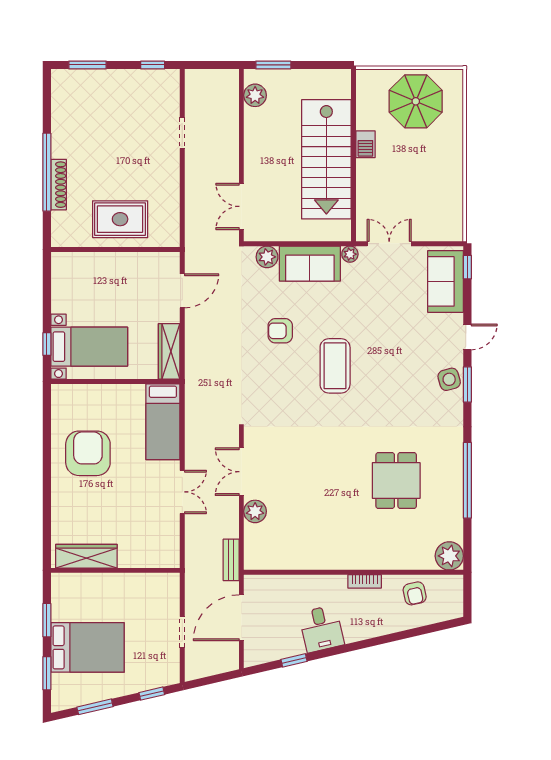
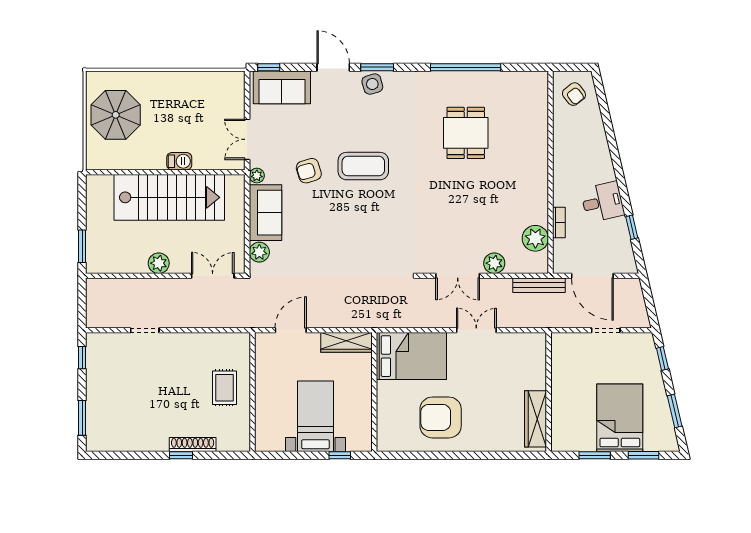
plant: (255, 95) -> (159, 263), moved
barbecue: (365, 144) -> (179, 161), moved
window: (47, 172) -> (181, 455), width x0.32
double door: (241, 206) -> (213, 276), swing flipped
rug: (120, 219) -> (224, 388), width x0.73, depth x0.70
door: (182, 291) -> (291, 330), hinge flipped
armchair: (280, 331) -> (309, 171), moved, turned 73
door: (467, 337) -> (333, 67), width x1.38
bed with nightstands: (89, 347) -> (315, 416), moved
coffee table: (335, 366) -> (363, 166), moved
bed: (163, 422) -> (411, 356), width x1.50
dining table: (396, 481) -> (466, 133), turned 90
plant: (449, 556) -> (535, 238), moved
bench: (231, 560) -> (539, 285), width x1.36
bookcase: (365, 581) -> (559, 223), moved
armchair: (415, 593) -> (574, 94), moved, turned 65

